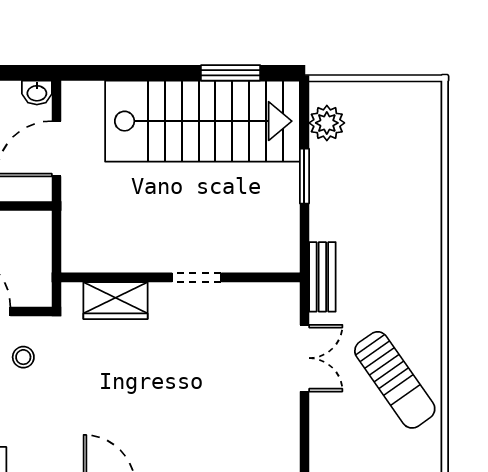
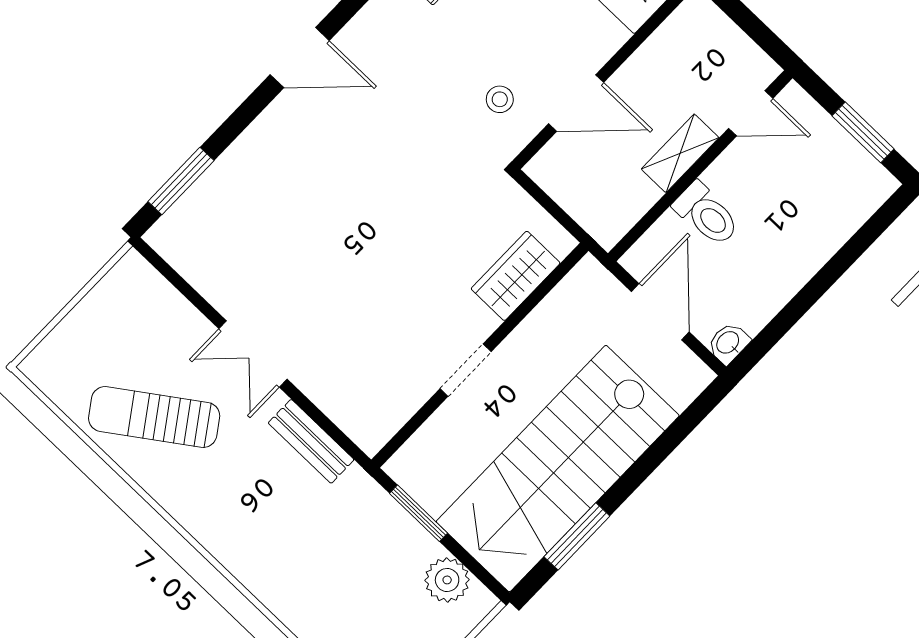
wall: (180, 277) -> (480, 355), moved
doorway: (197, 277) -> (466, 370), moved
wardrobe: (115, 301) -> (516, 276), moved

